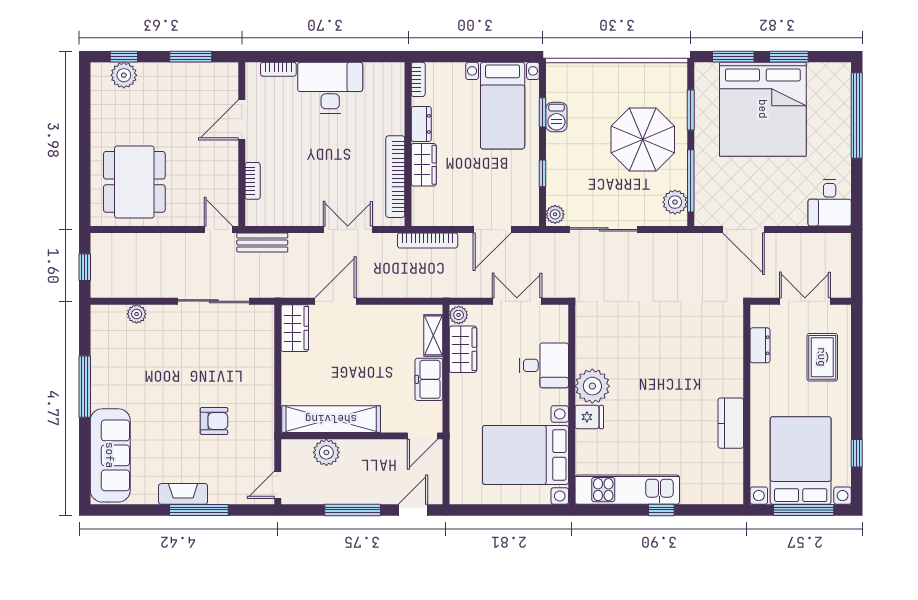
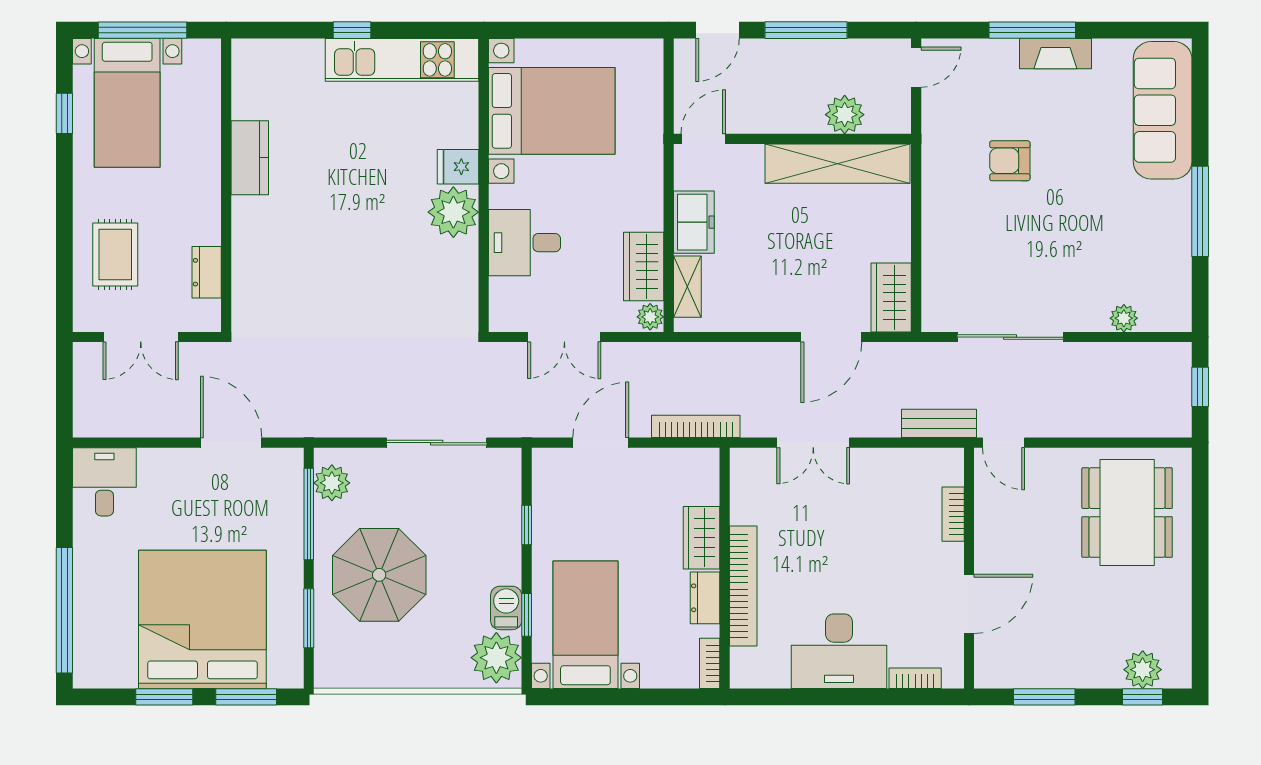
bookcase: (395, 177) -> (743, 586), moved
plant: (555, 214) -> (496, 658), moved, width x1.88, depth x1.88
bed with nightstands: (801, 460) -> (127, 103), width x0.73

